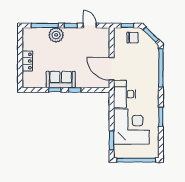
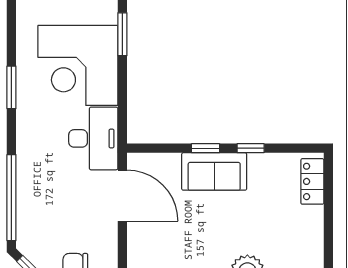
locker: (27, 61) -> (312, 181), moved
sofa: (61, 79) -> (214, 171), moved

